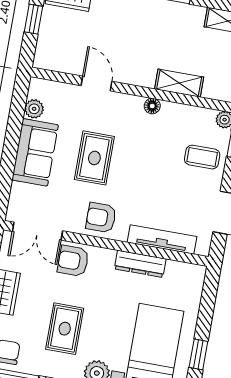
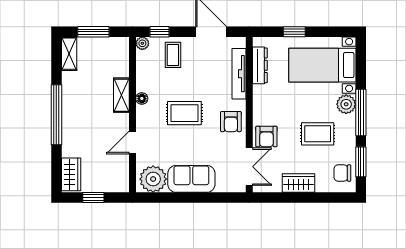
shelving: (179, 83) -> (121, 95), moved
plant: (34, 109) -> (153, 179), width x1.87, depth x1.87
rug: (94, 158) -> (184, 113), moved
dresser: (140, 264) -> (260, 65), moved
window: (198, 354) -> (294, 32), moved

